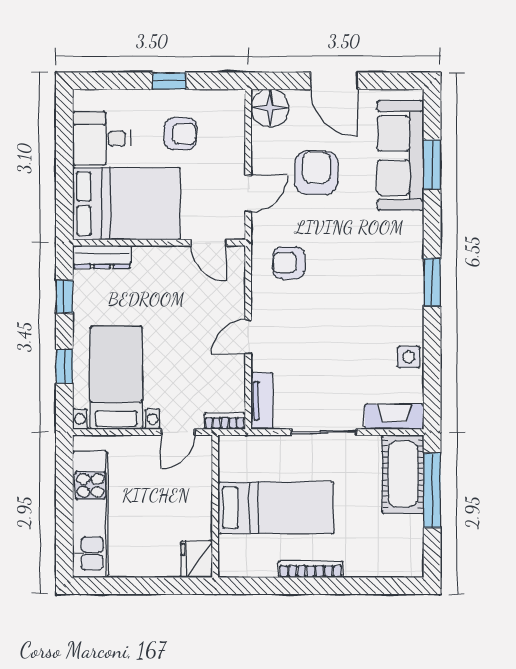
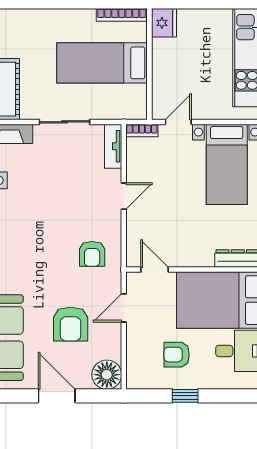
armchair: (289, 263) -> (92, 254), turned 90
bookcase: (311, 569) -> (122, 15), moved

